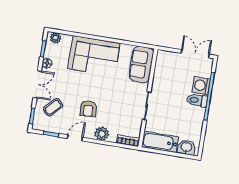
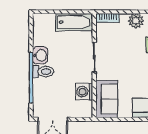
washing machine: (201, 86) -> (84, 92), moved, turned 180
washbasin: (186, 147) -> (40, 55), moved, turned -90

